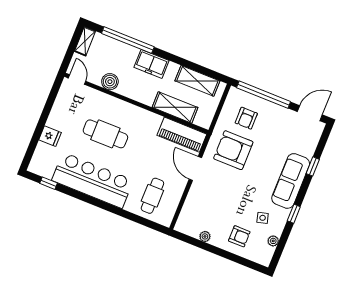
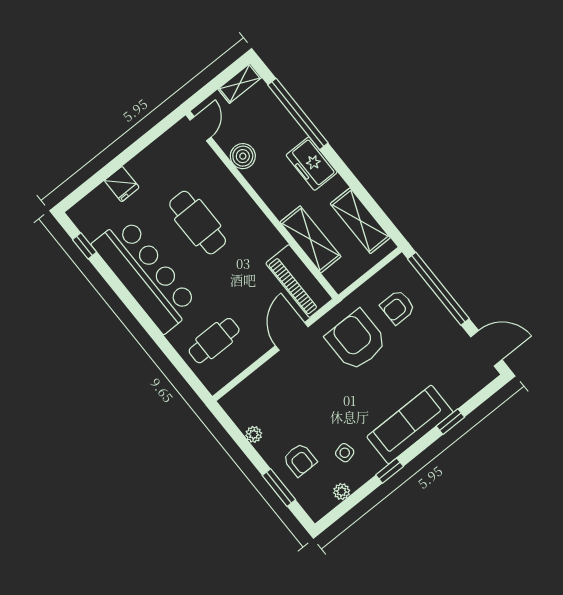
window: (236, 259) -> (279, 488), added

